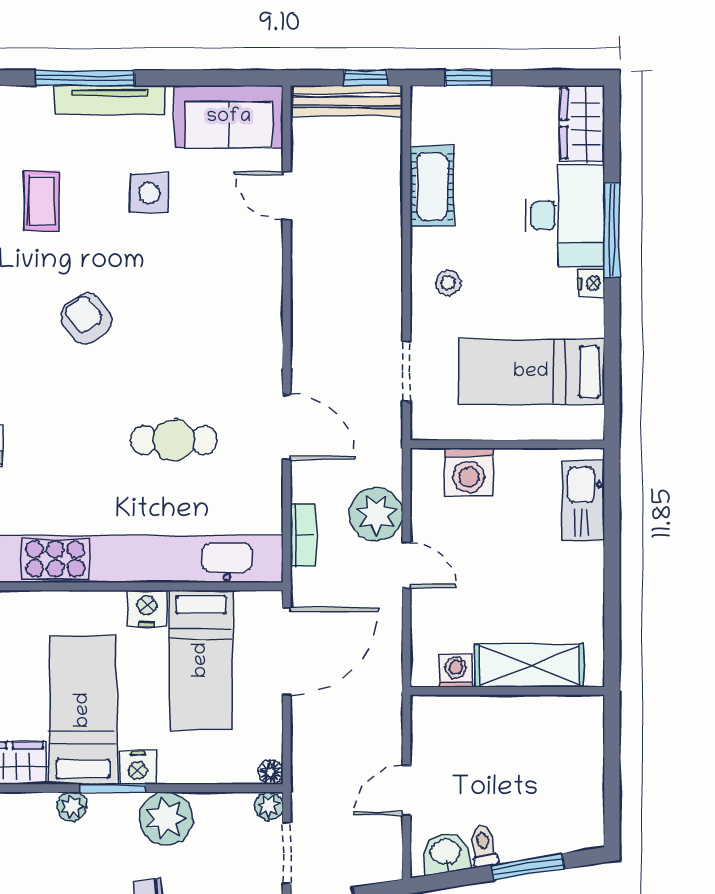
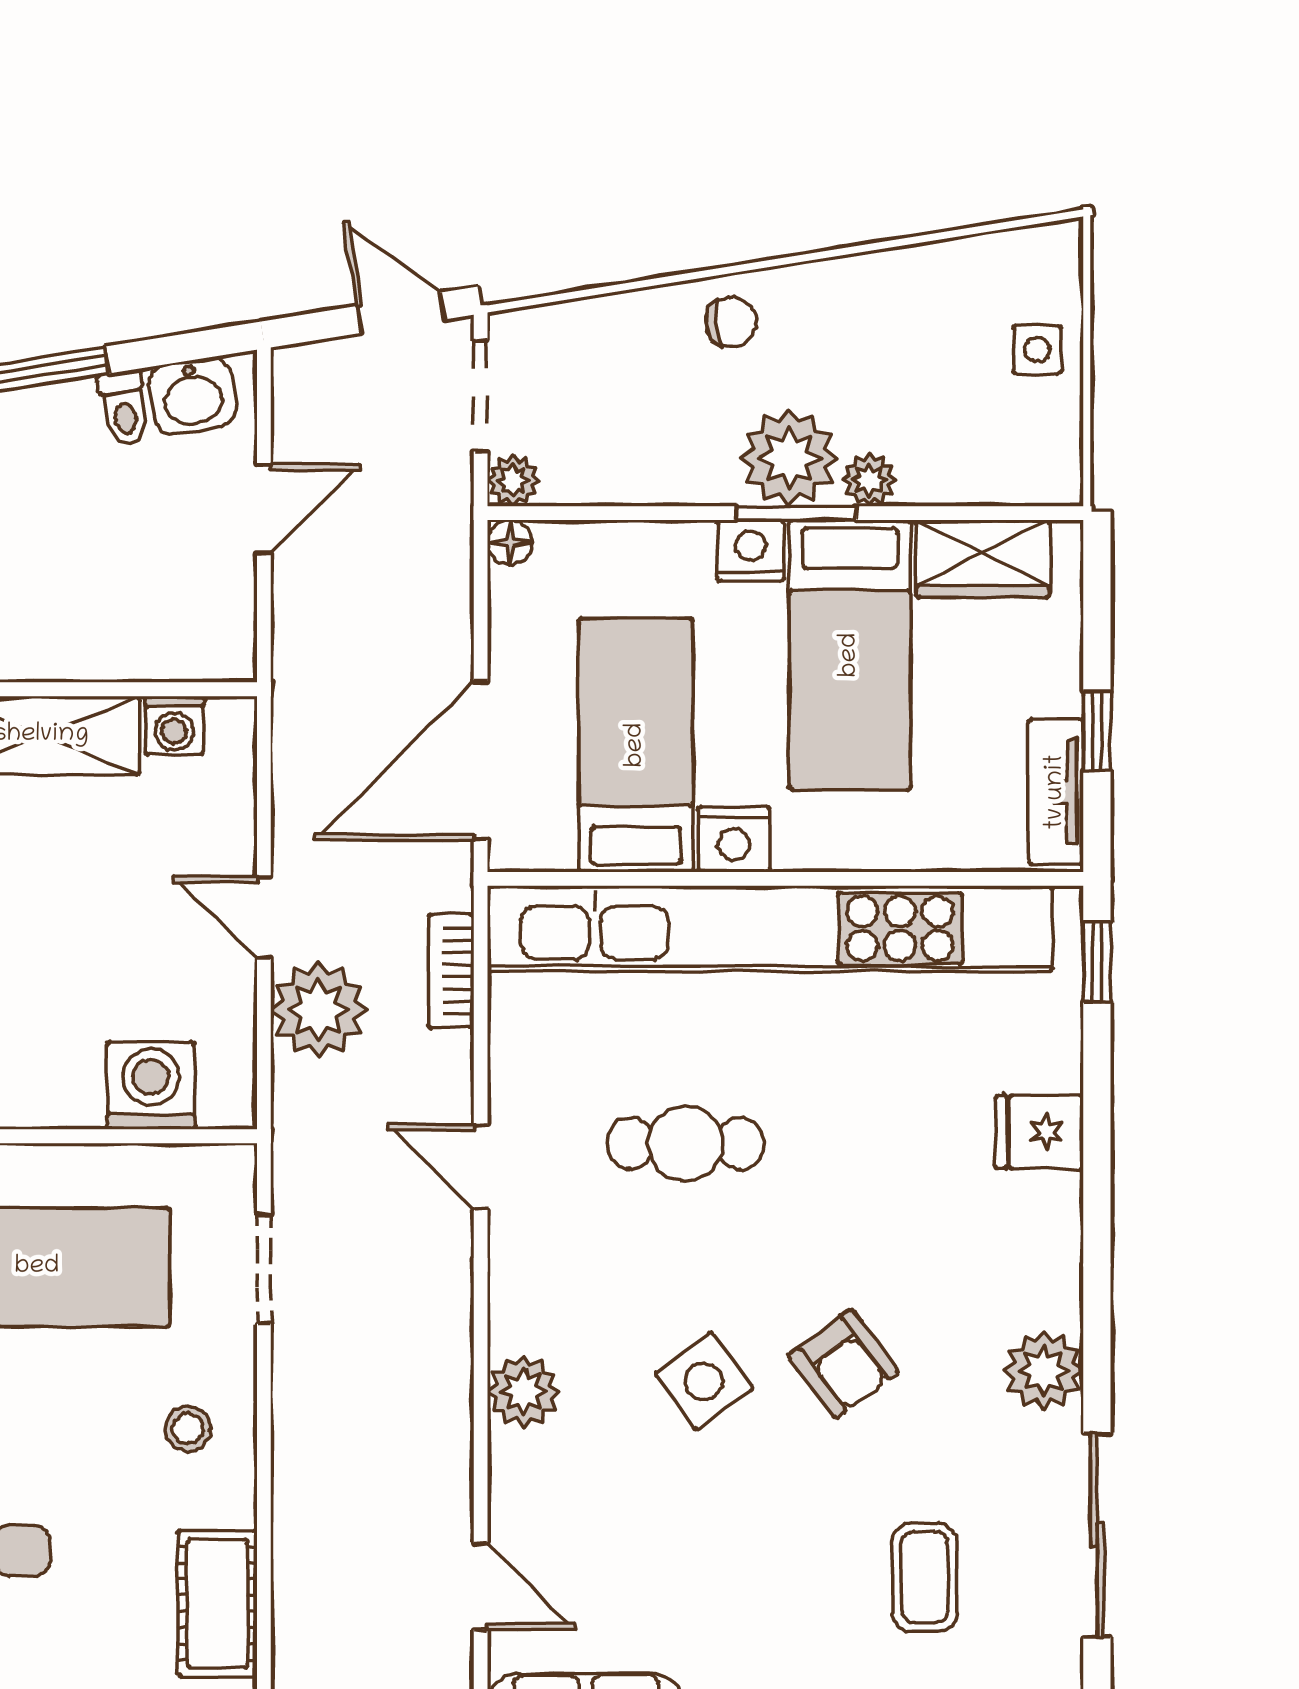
side table: (149, 193) -> (704, 1381), moved, turned -36
plant: (263, 303) -> (524, 1391), added
door: (287, 427) -> (481, 1167), width x0.73
plant: (166, 819) -> (789, 458), moved

